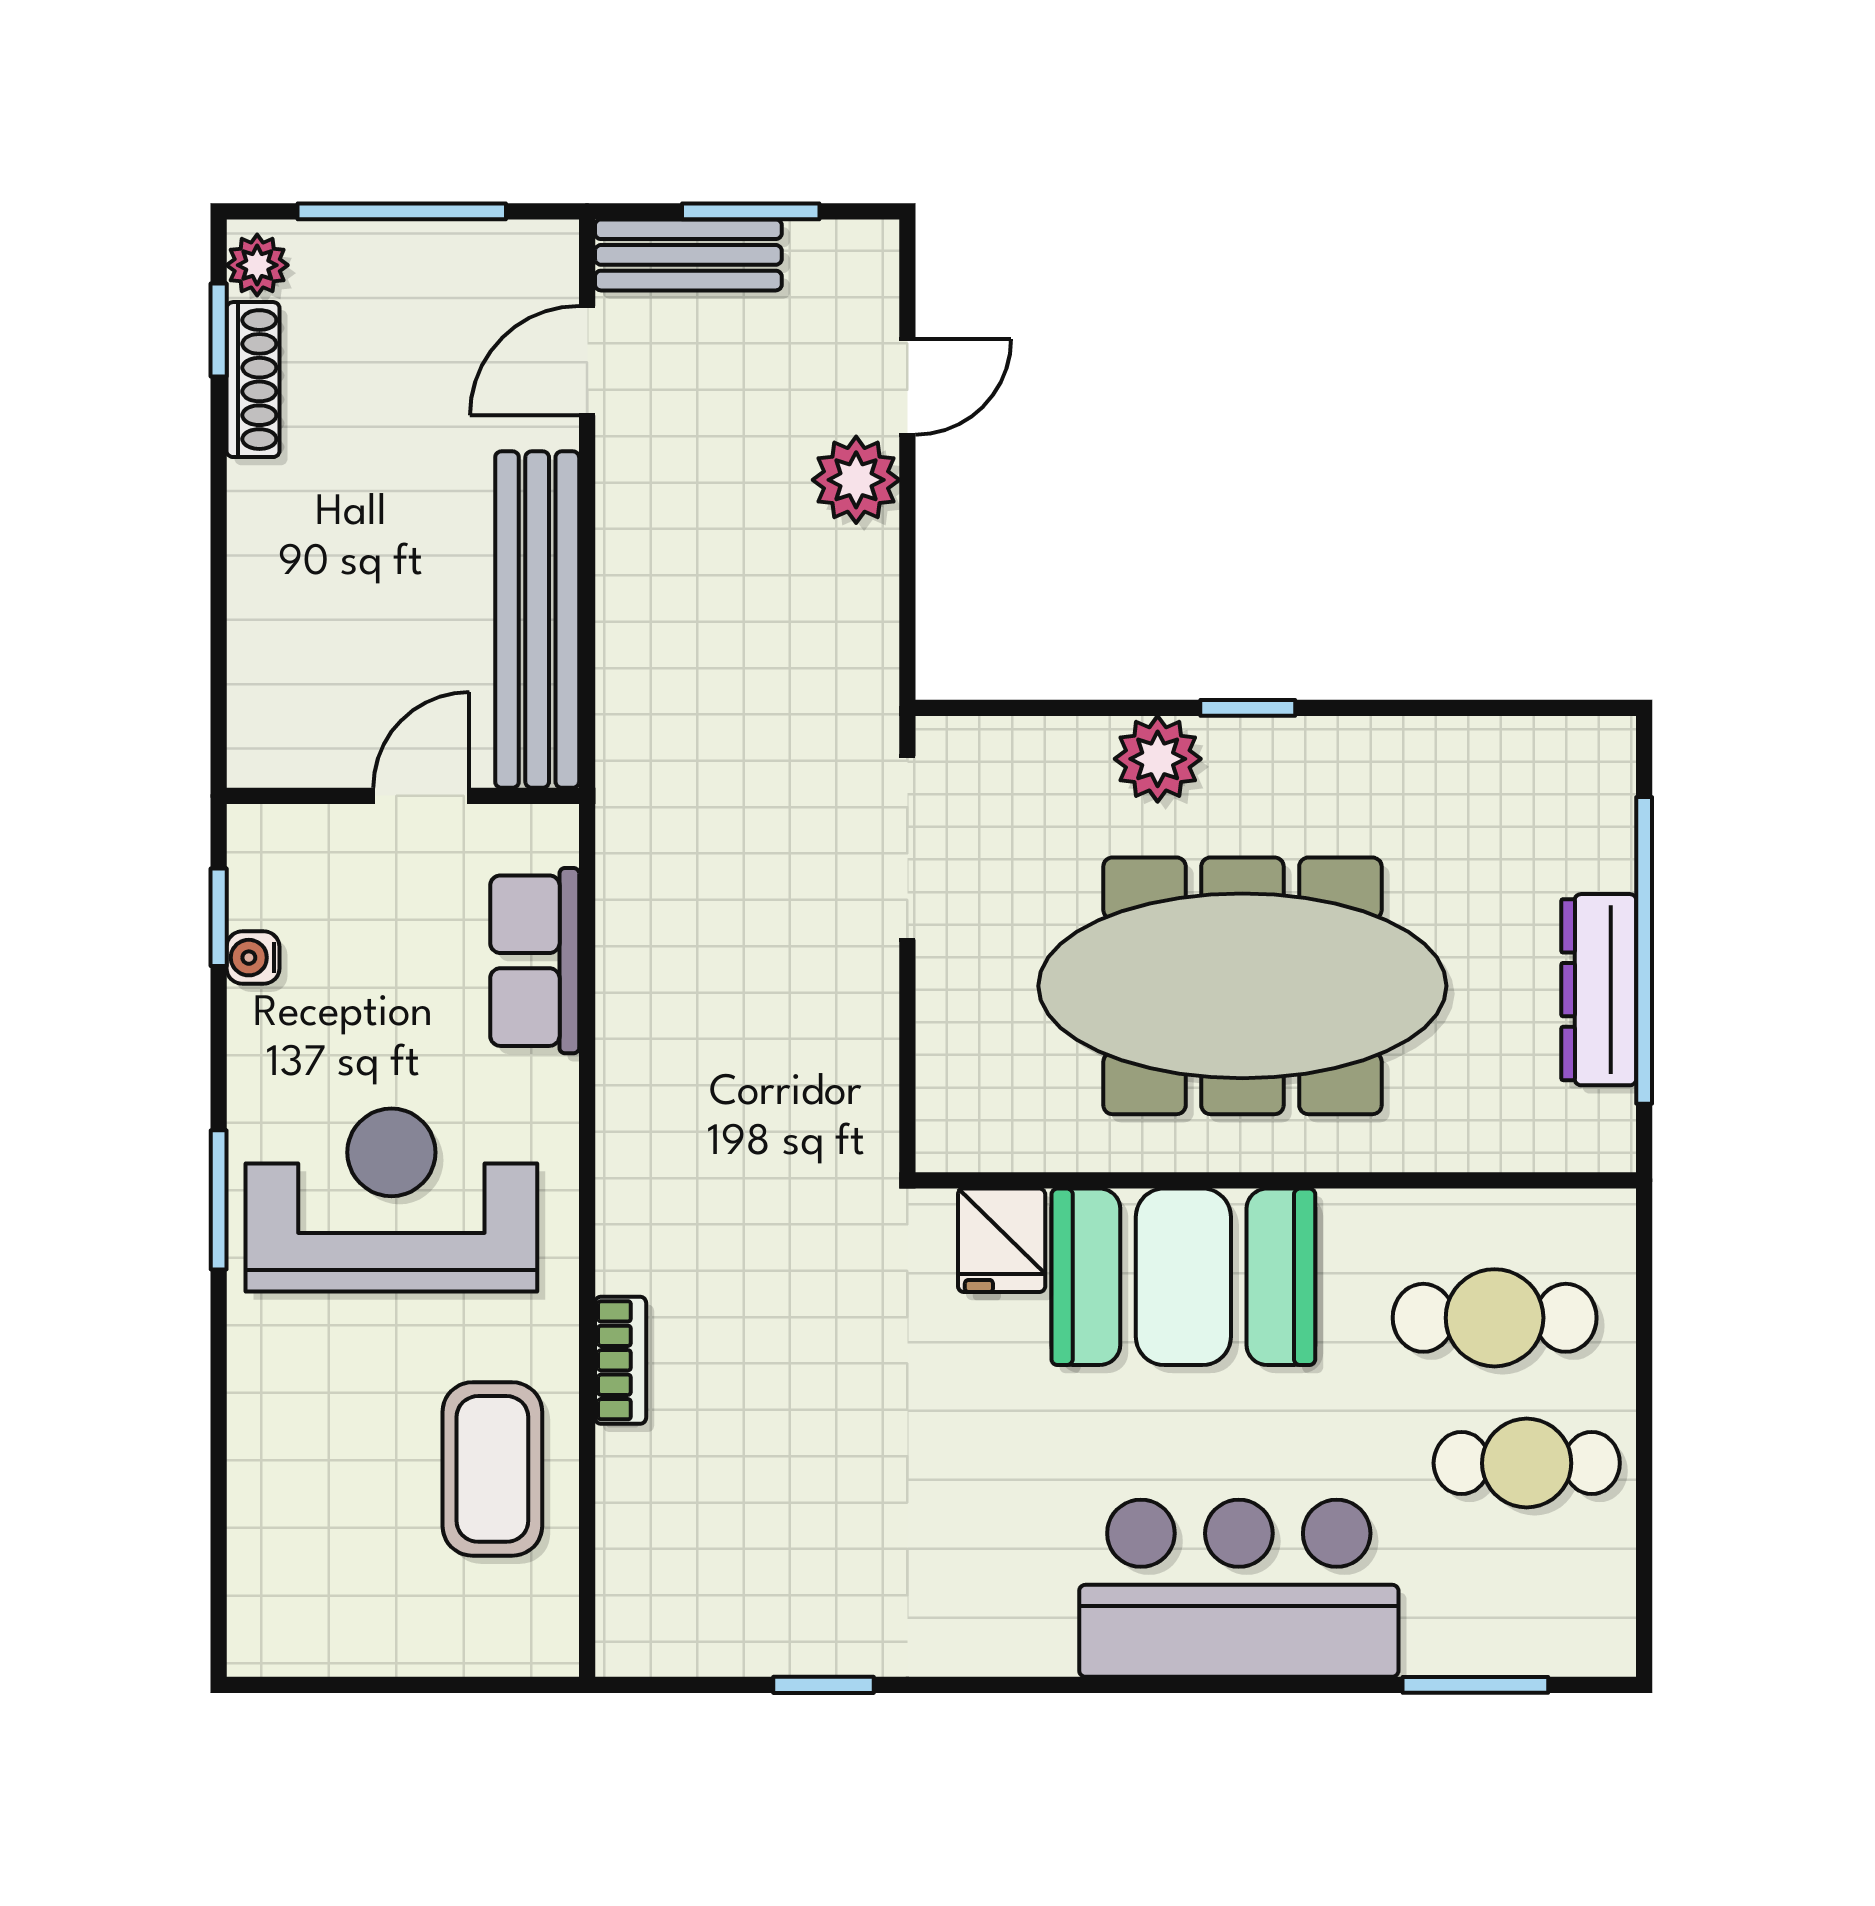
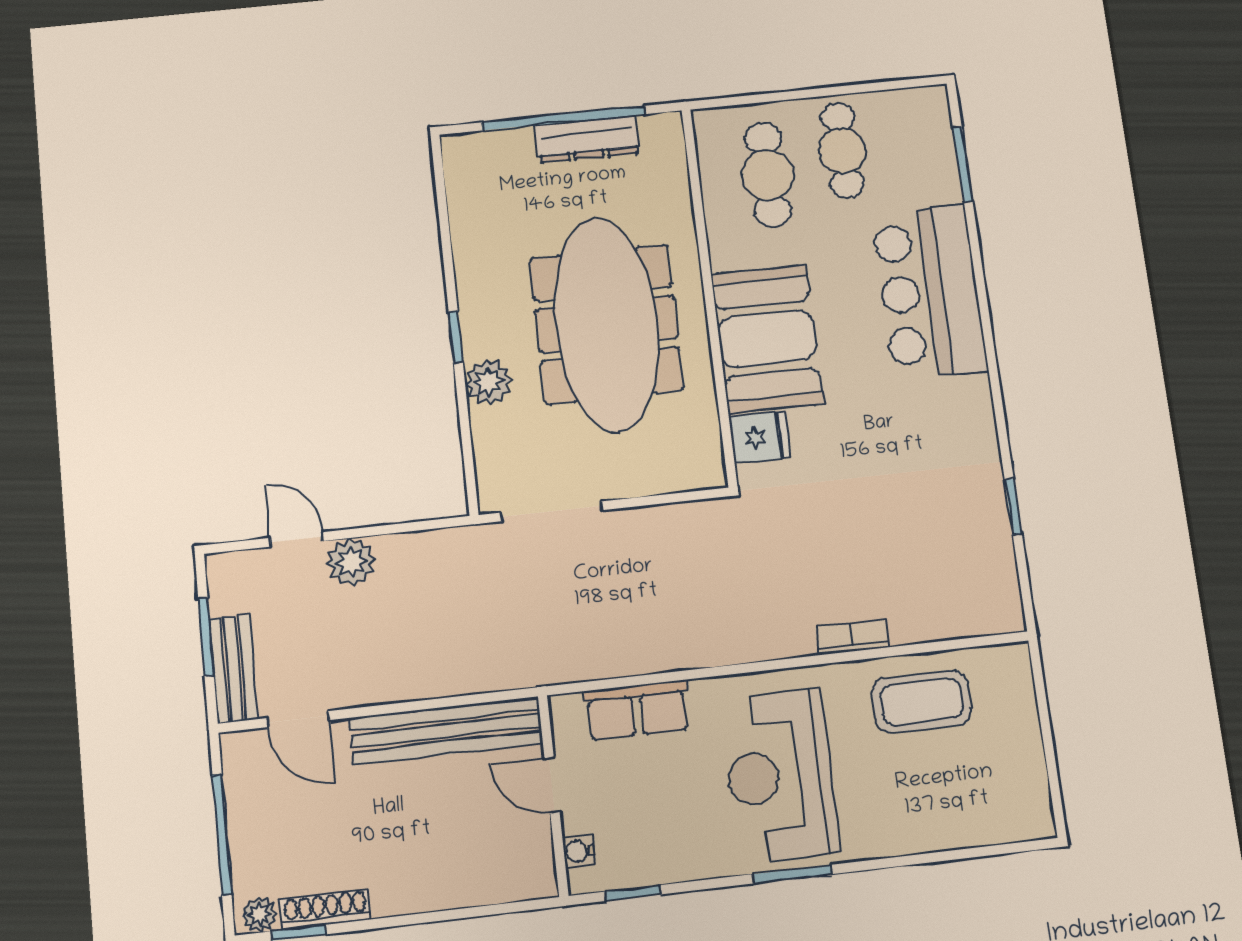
water cooler: (253, 958) -> (579, 851), moved, turned 90

